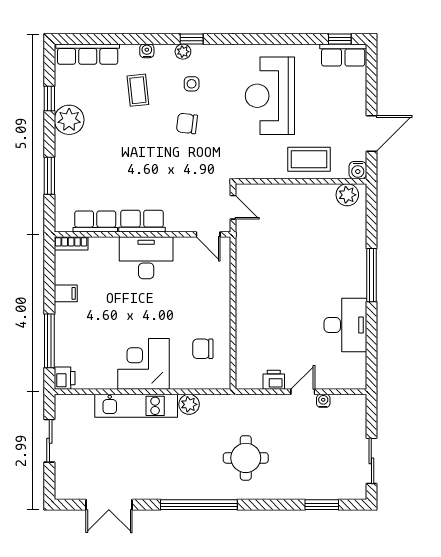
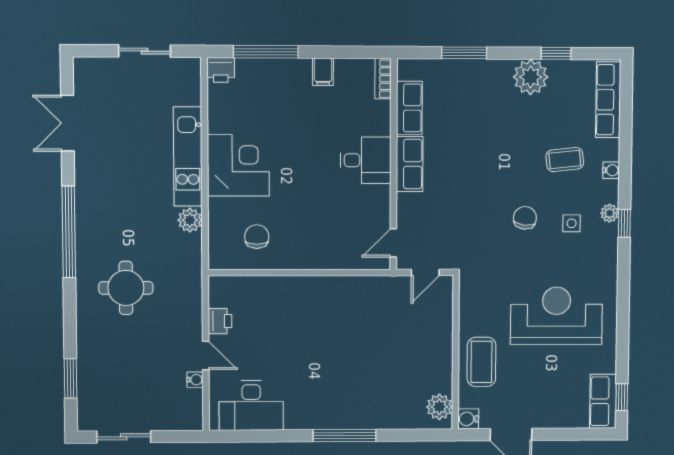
desk: (146, 258) -> (366, 160), width x0.73
desk: (345, 325) -> (251, 406), moved

